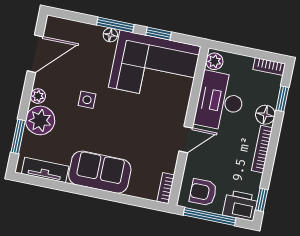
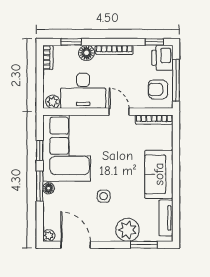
plant: (38, 96) -> (49, 236), moved
bookcase: (166, 188) -> (154, 120), width x1.56
armchair: (203, 192) -> (158, 89), turned 90

